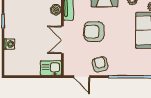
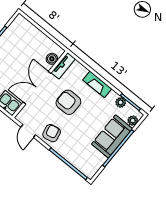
double door: (62, 40) -> (37, 88), width x1.37

